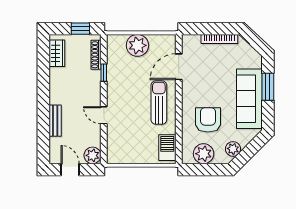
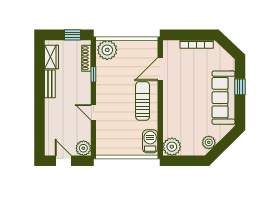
plant: (137, 45) -> (107, 50), moved
window: (268, 87) -> (240, 87), width x0.67
armchair: (208, 120) -> (186, 116), removed
bench: (55, 121) -> (50, 84), moved
plant: (204, 154) -> (172, 147), moved

